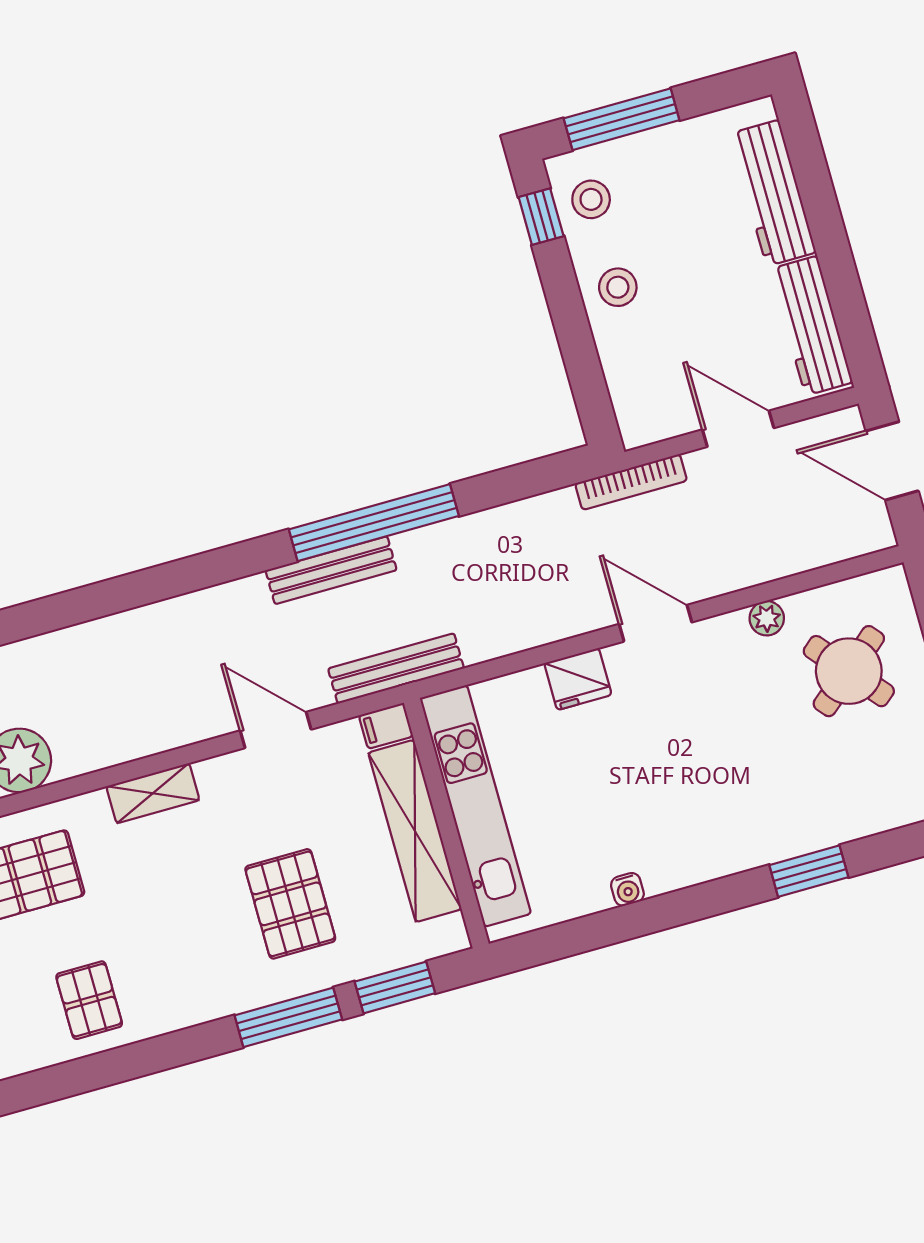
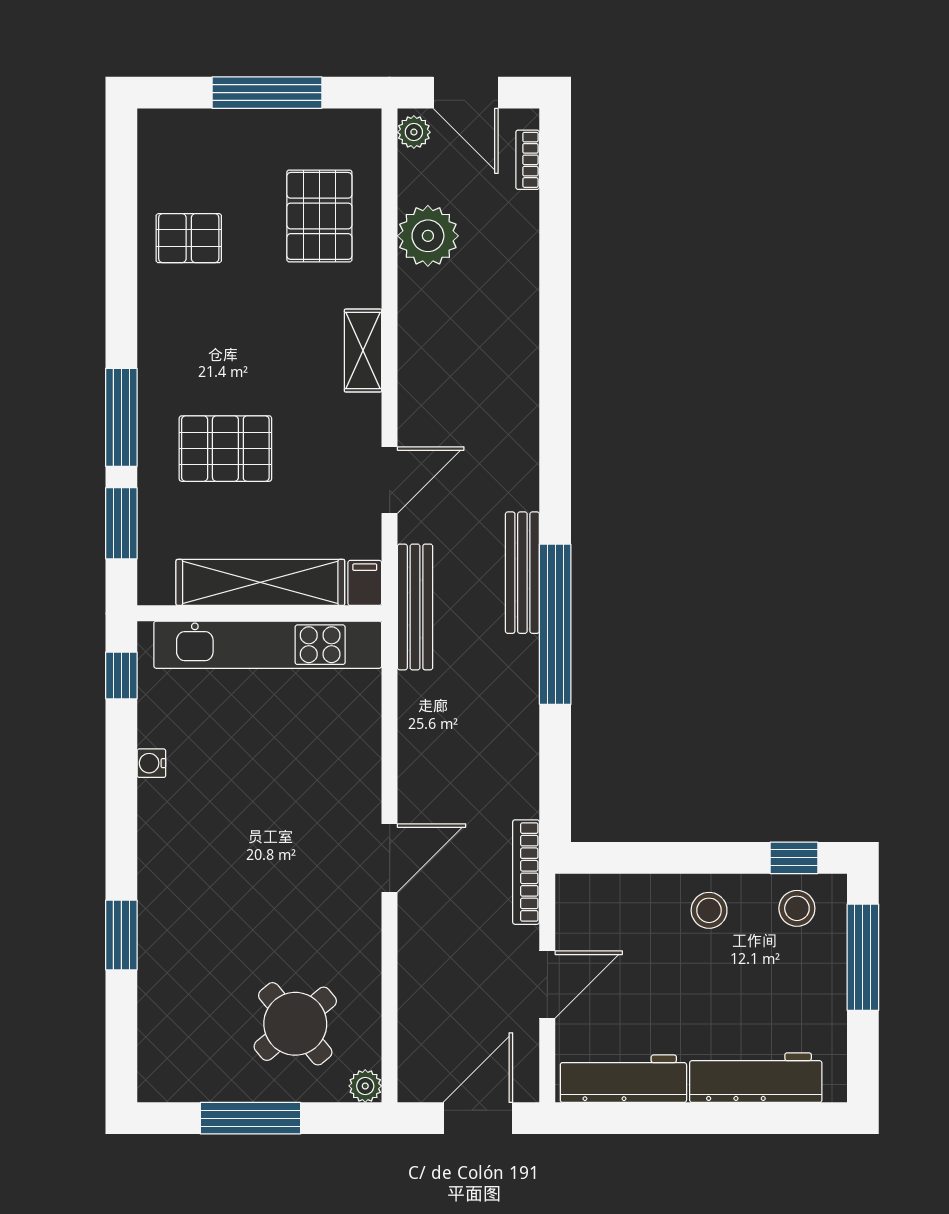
plant: (767, 618) -> (365, 1086), moved
fridge: (578, 679) -> (358, 772), removed
window: (548, 944) -> (121, 675), added

